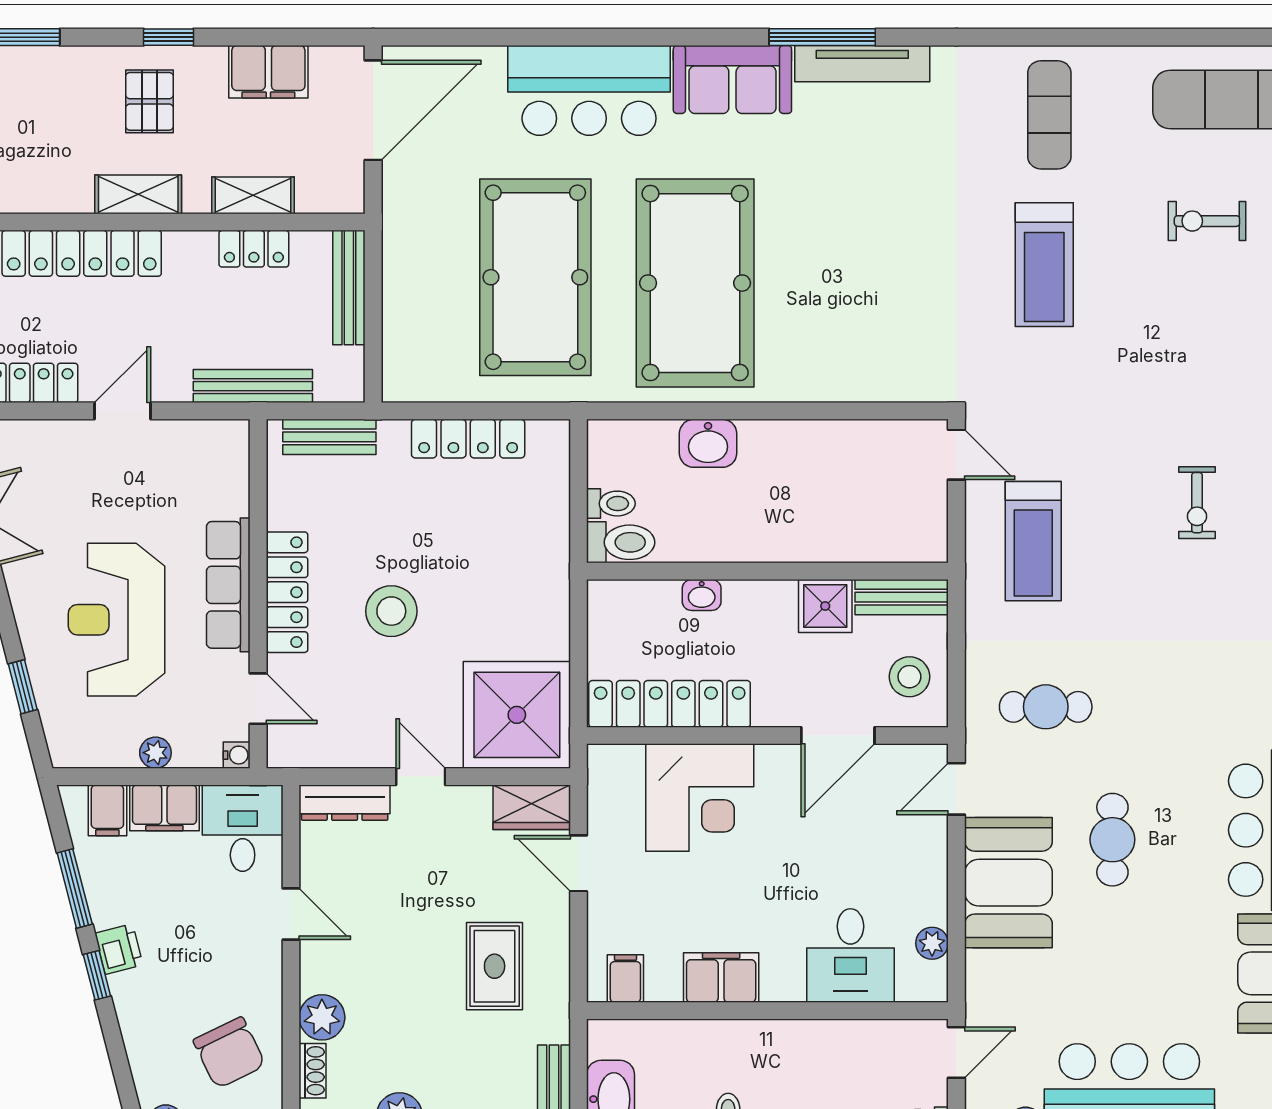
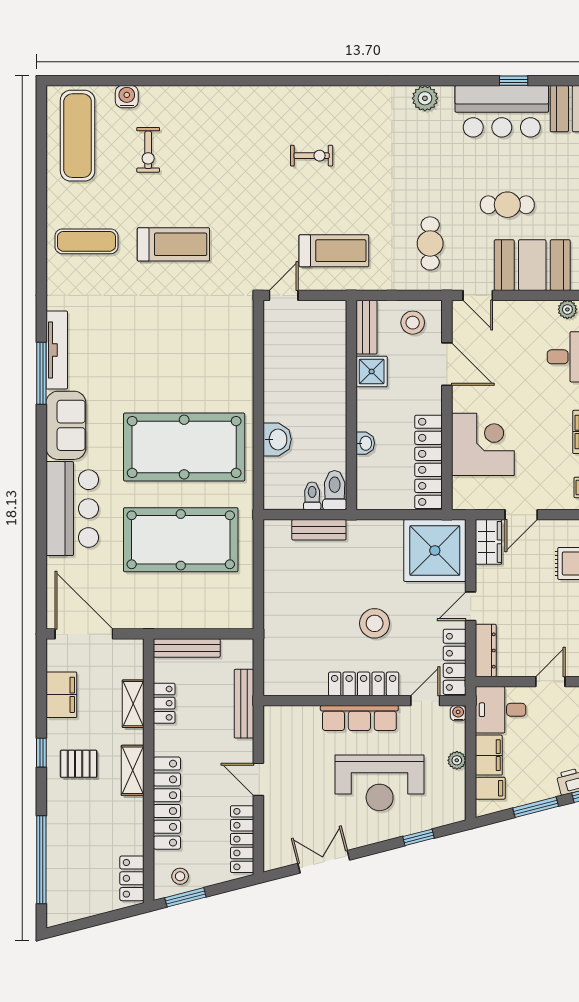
bench: (329, 437) -> (319, 530), moved, turned 90
locker: (468, 439) -> (455, 662), moved, turned 180

